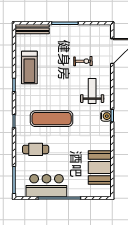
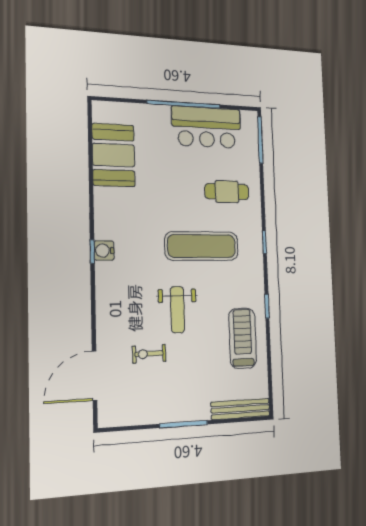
weight bench: (92, 91) -> (177, 310), moved

